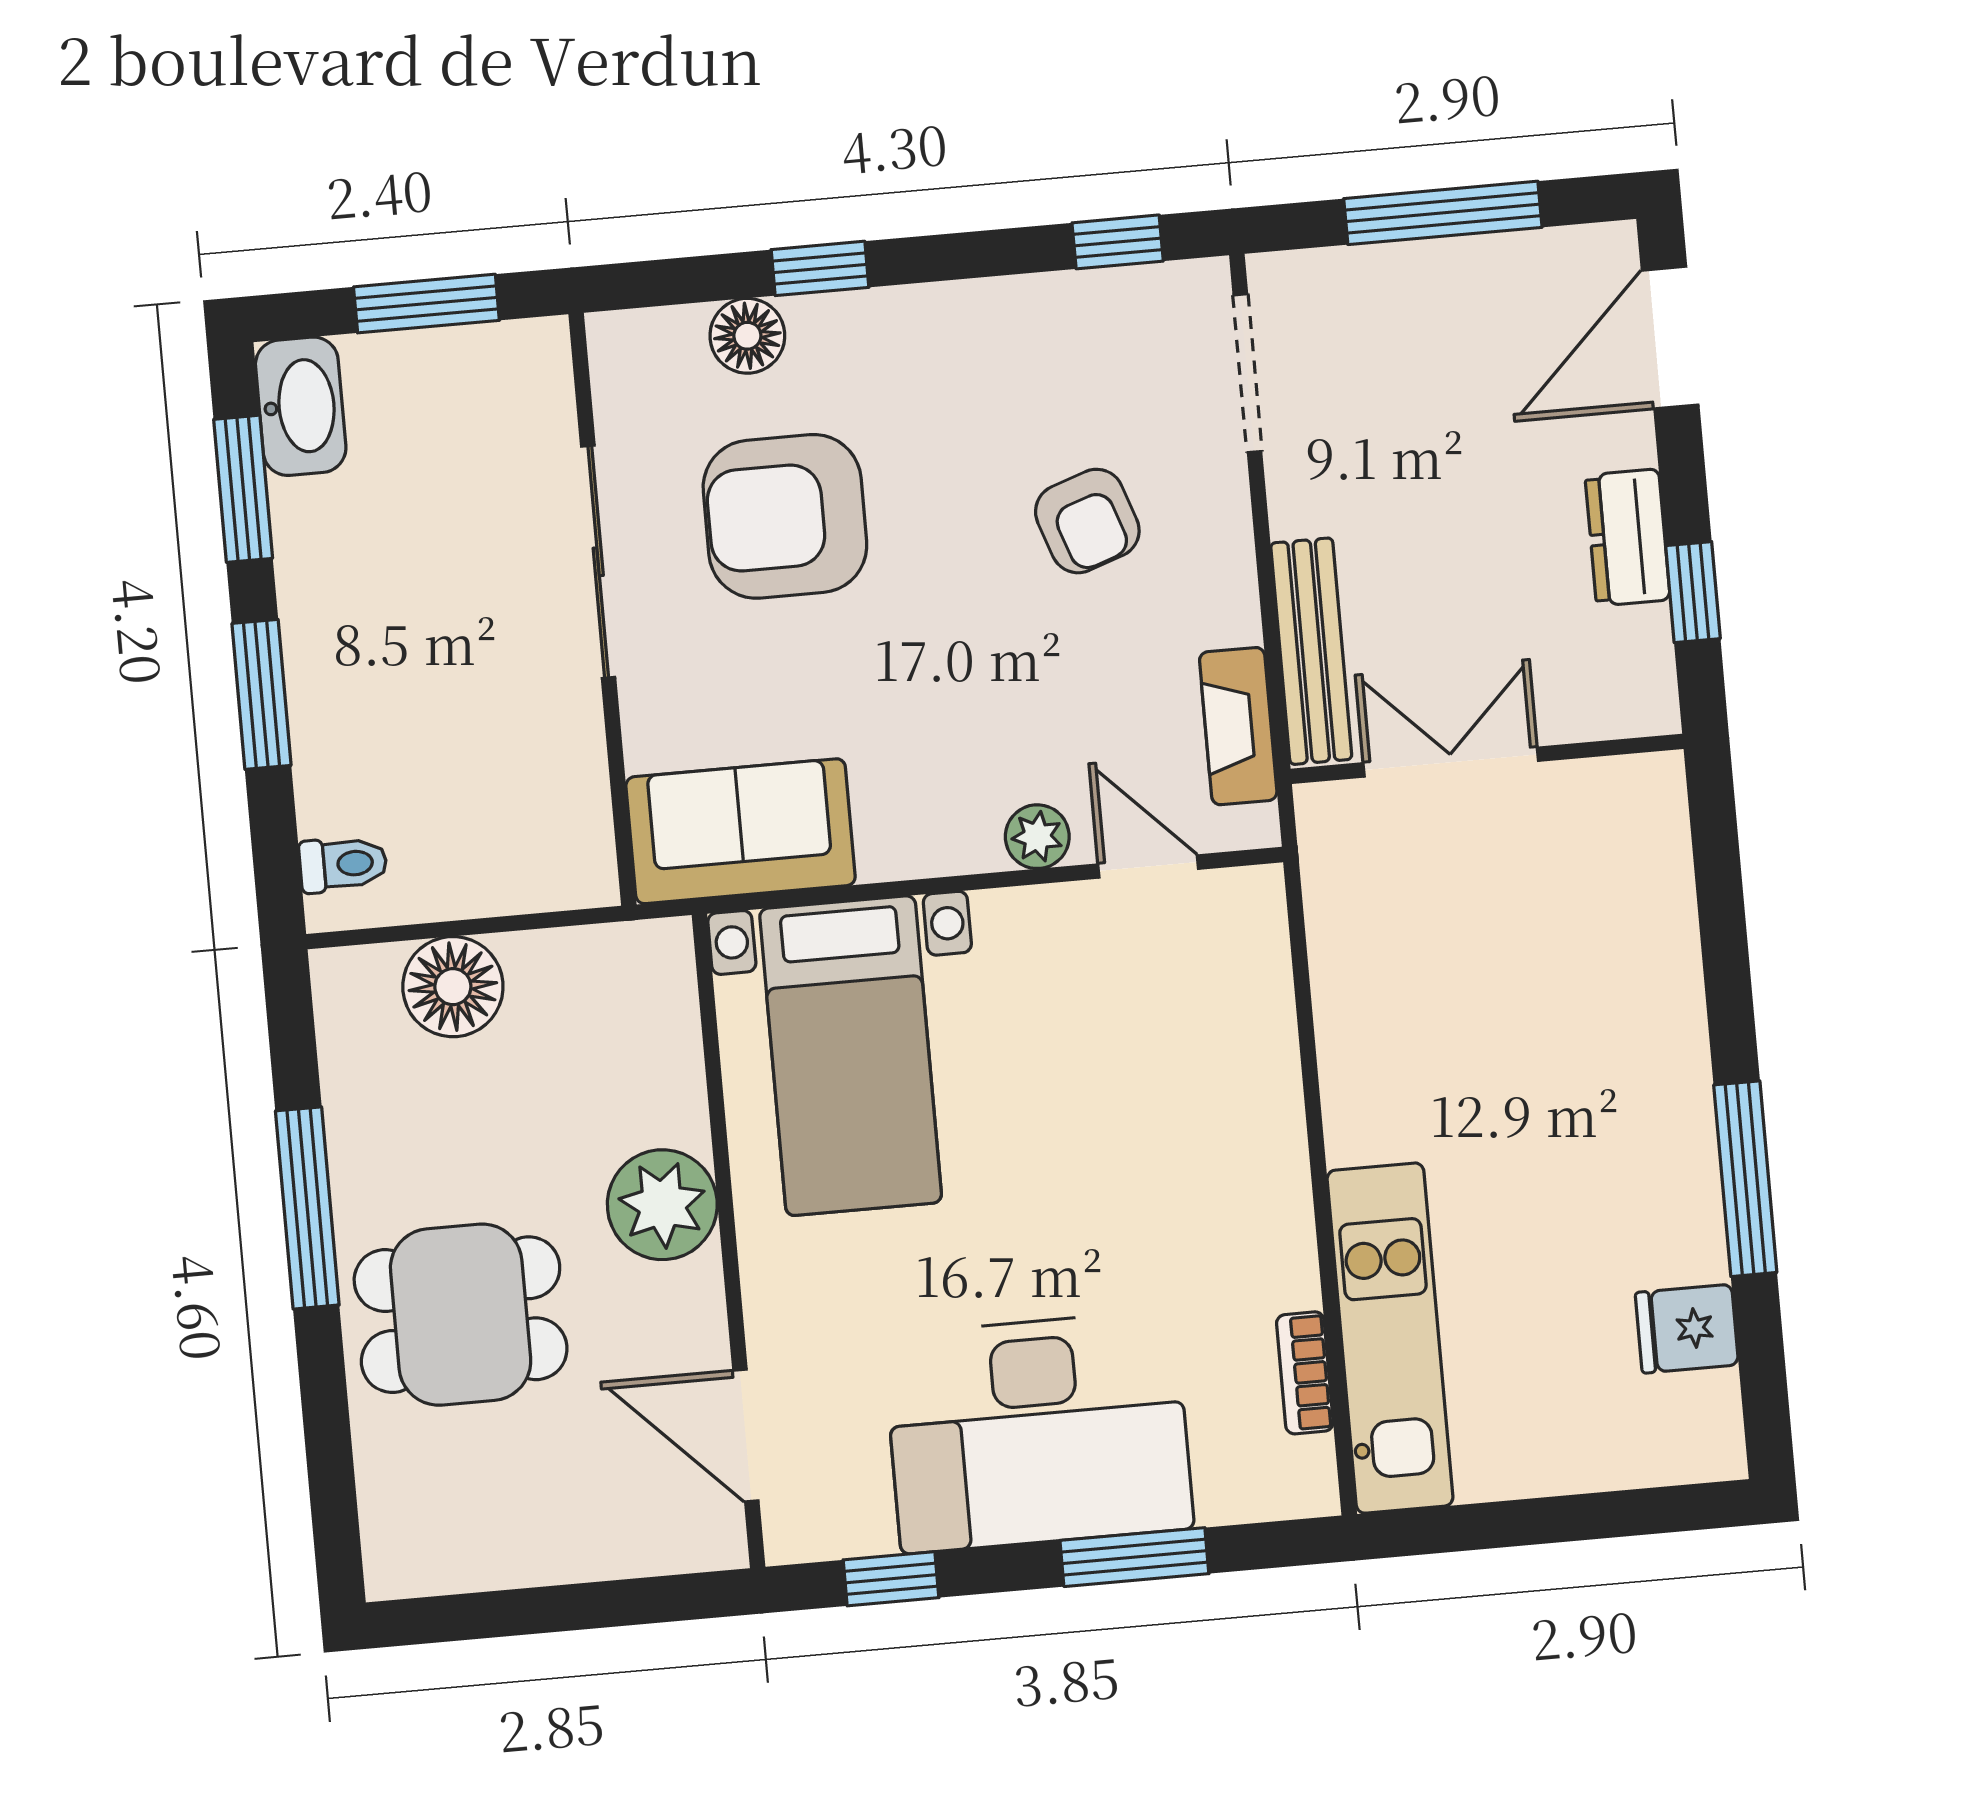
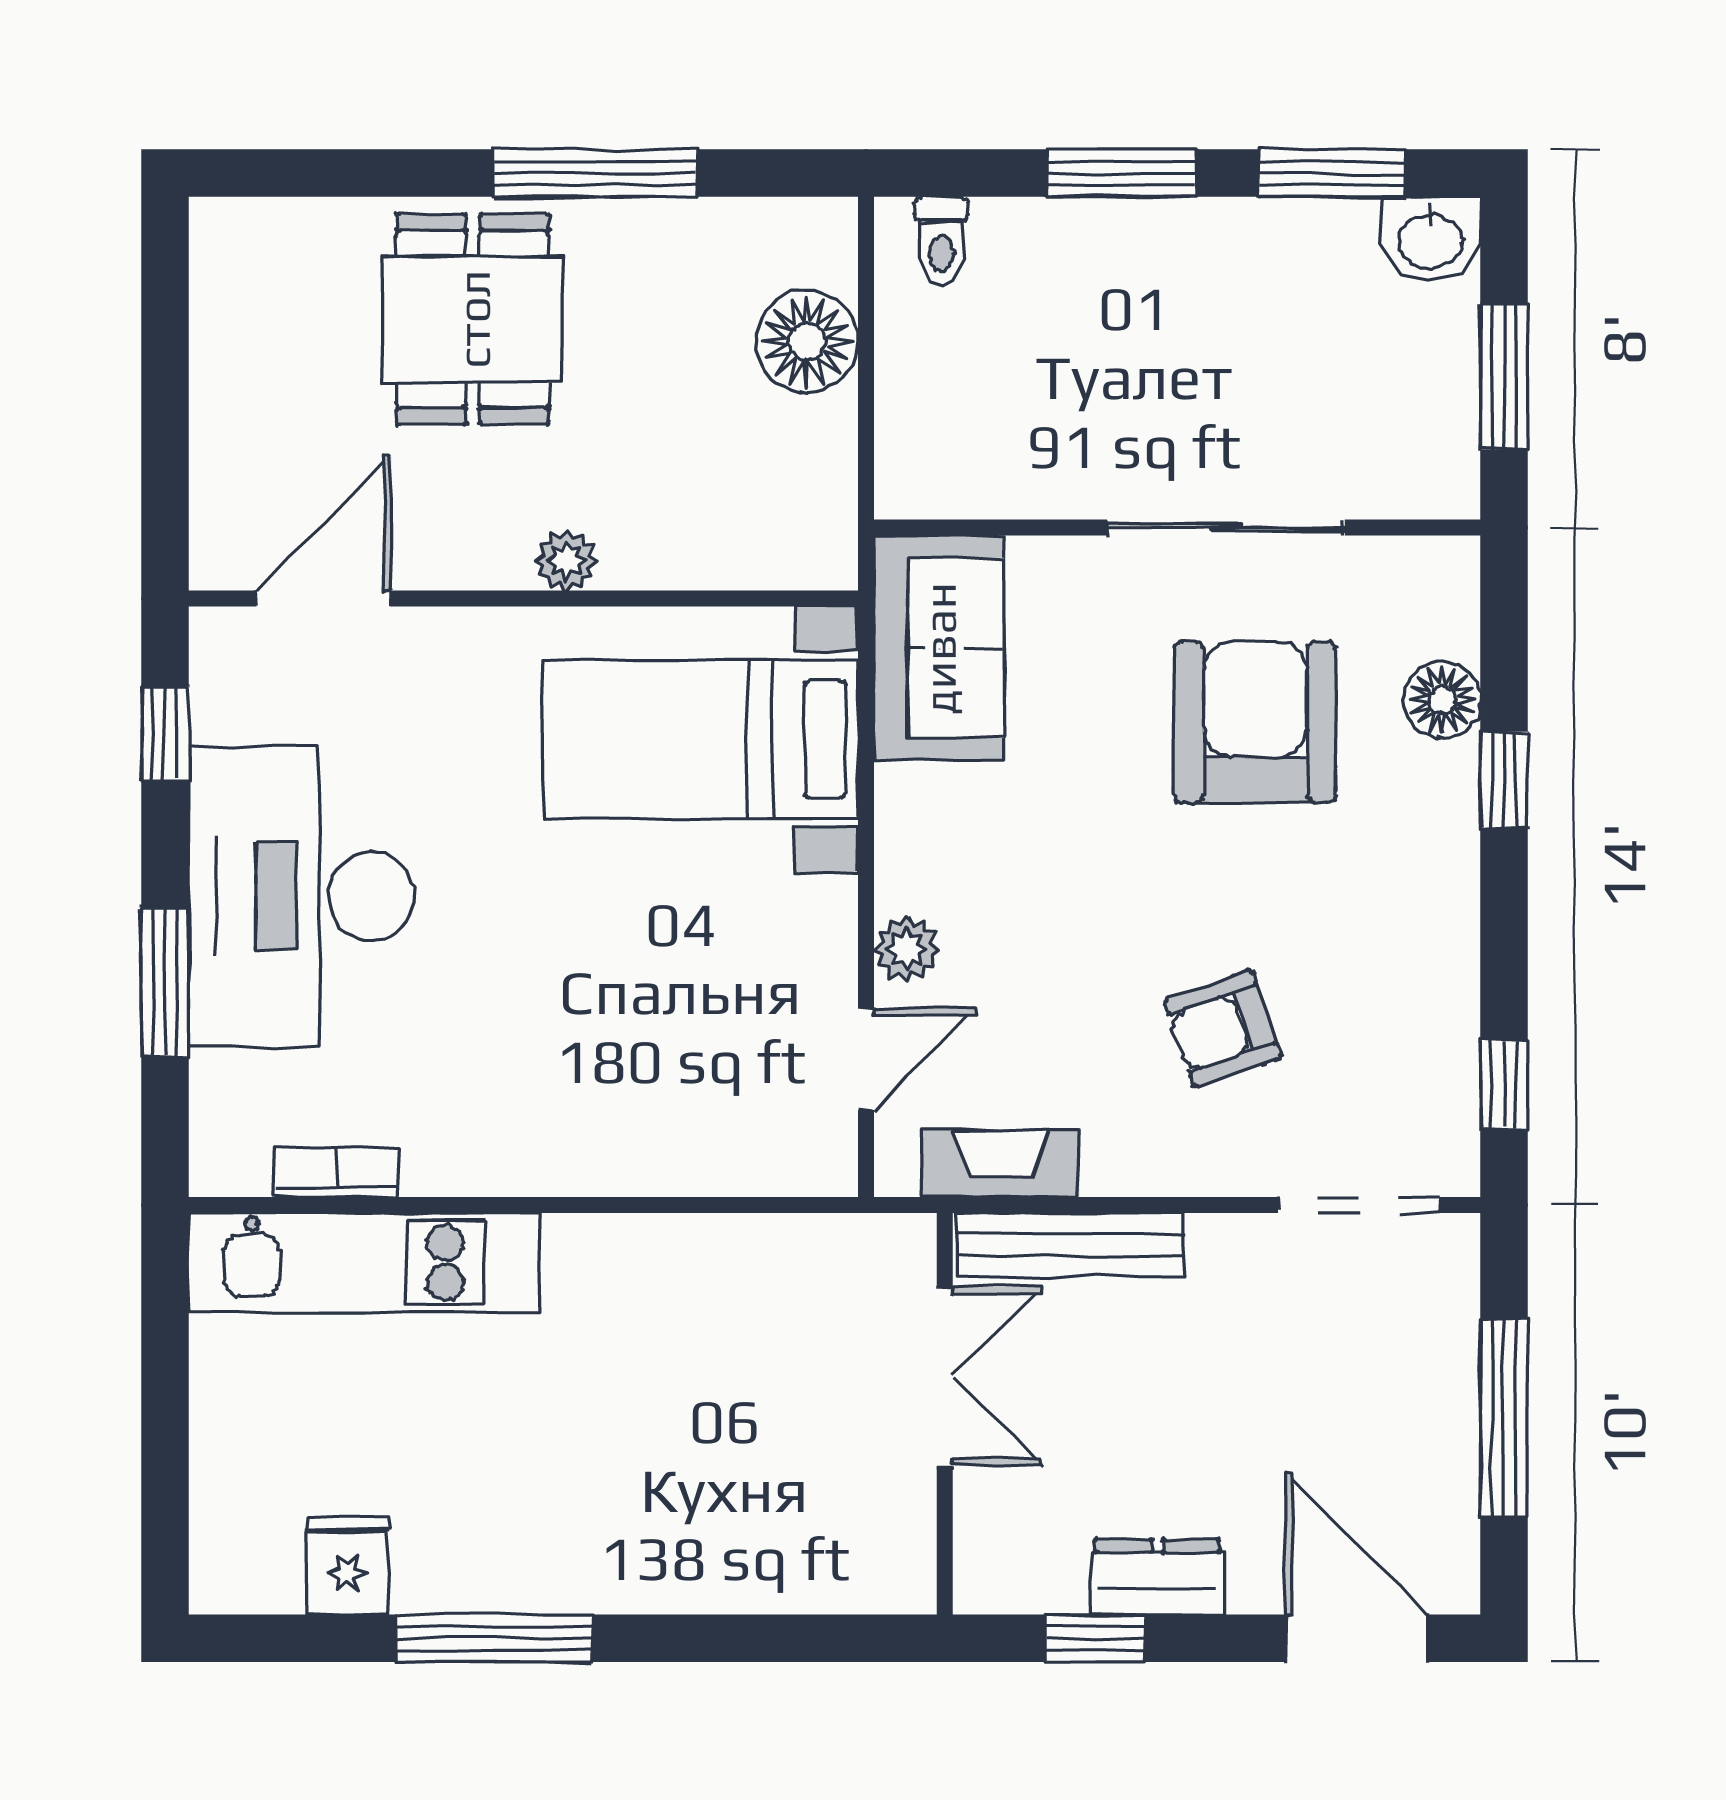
washbasin: (301, 406) -> (1430, 239), width x0.72
plant: (662, 1205) -> (566, 561), width x0.53, depth x0.53

